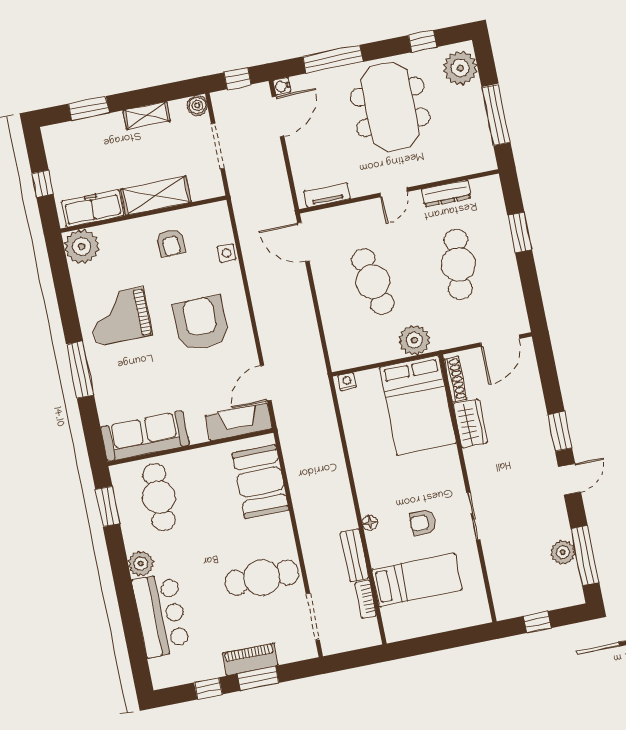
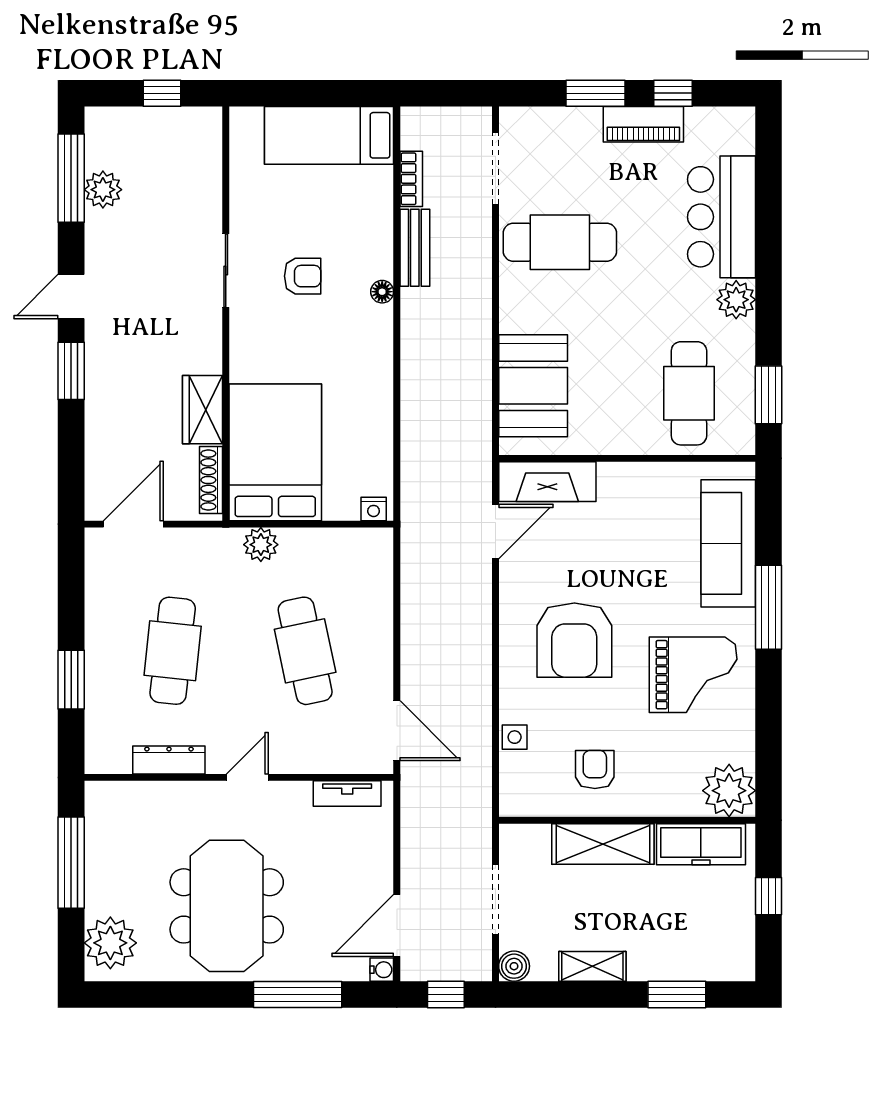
window: (423, 41) -> (159, 995), removed
plant: (414, 340) -> (261, 545), width x0.73, depth x0.73
sofa: (145, 436) -> (728, 543), moved, turned 90
bed: (417, 580) -> (329, 135), moved
piano: (250, 659) -> (643, 124), moved

